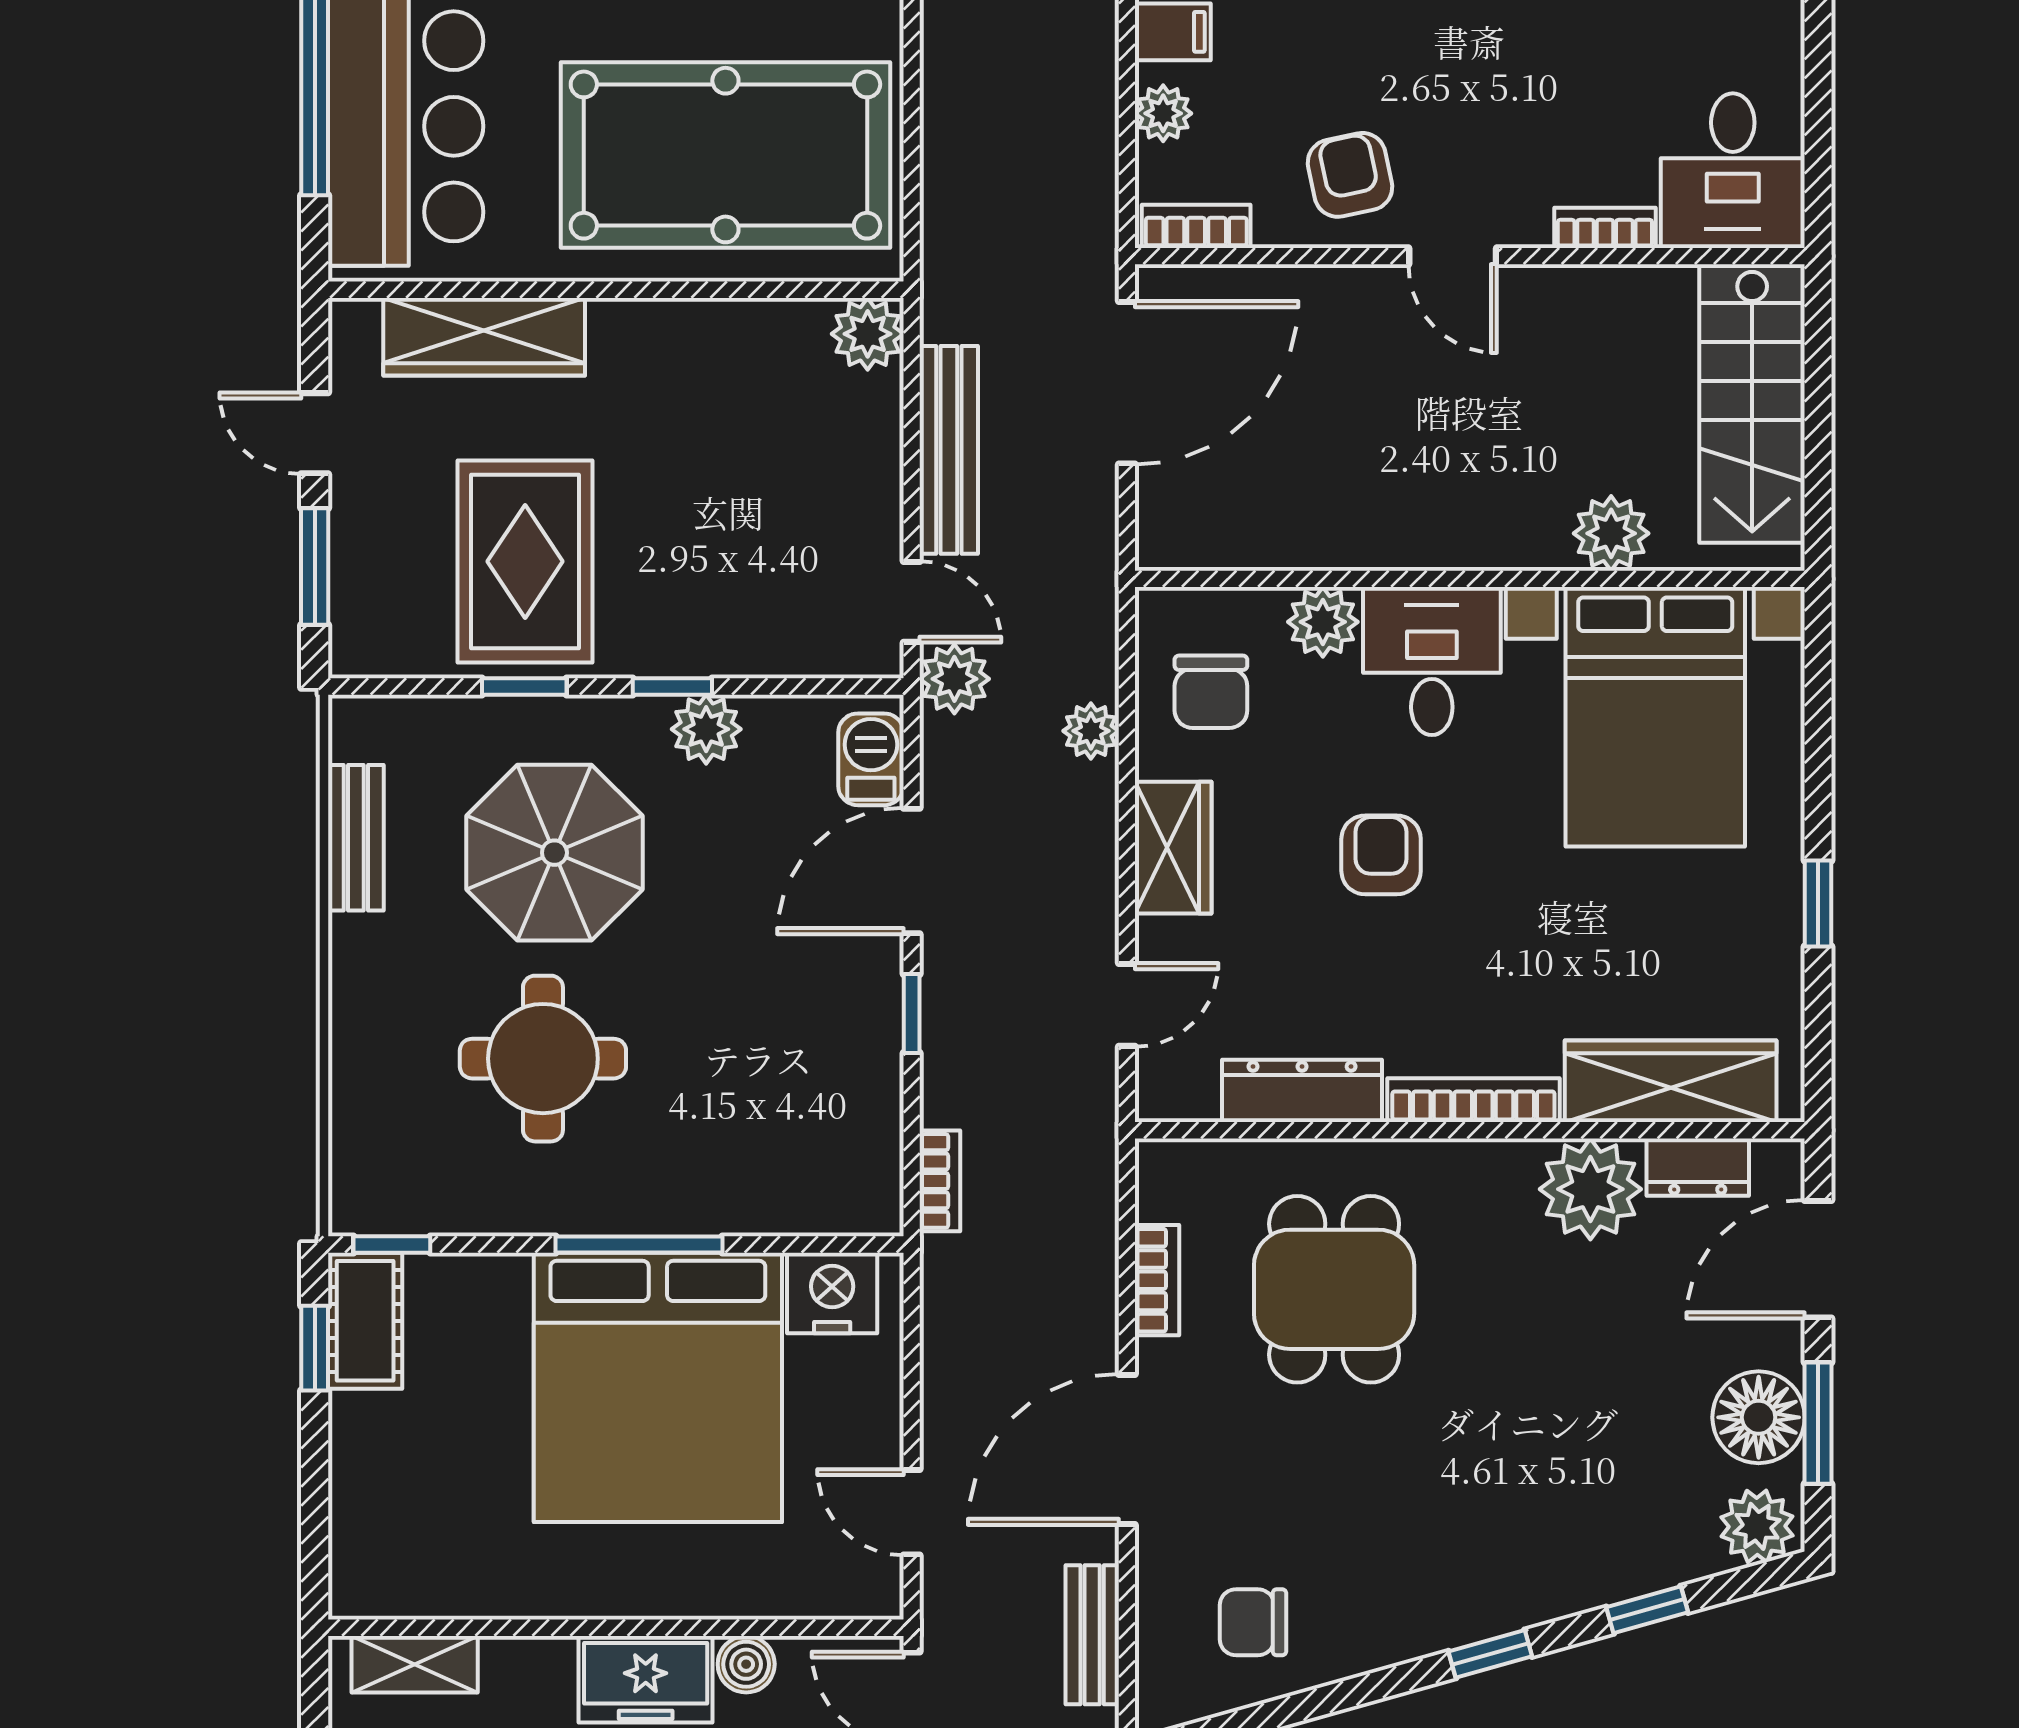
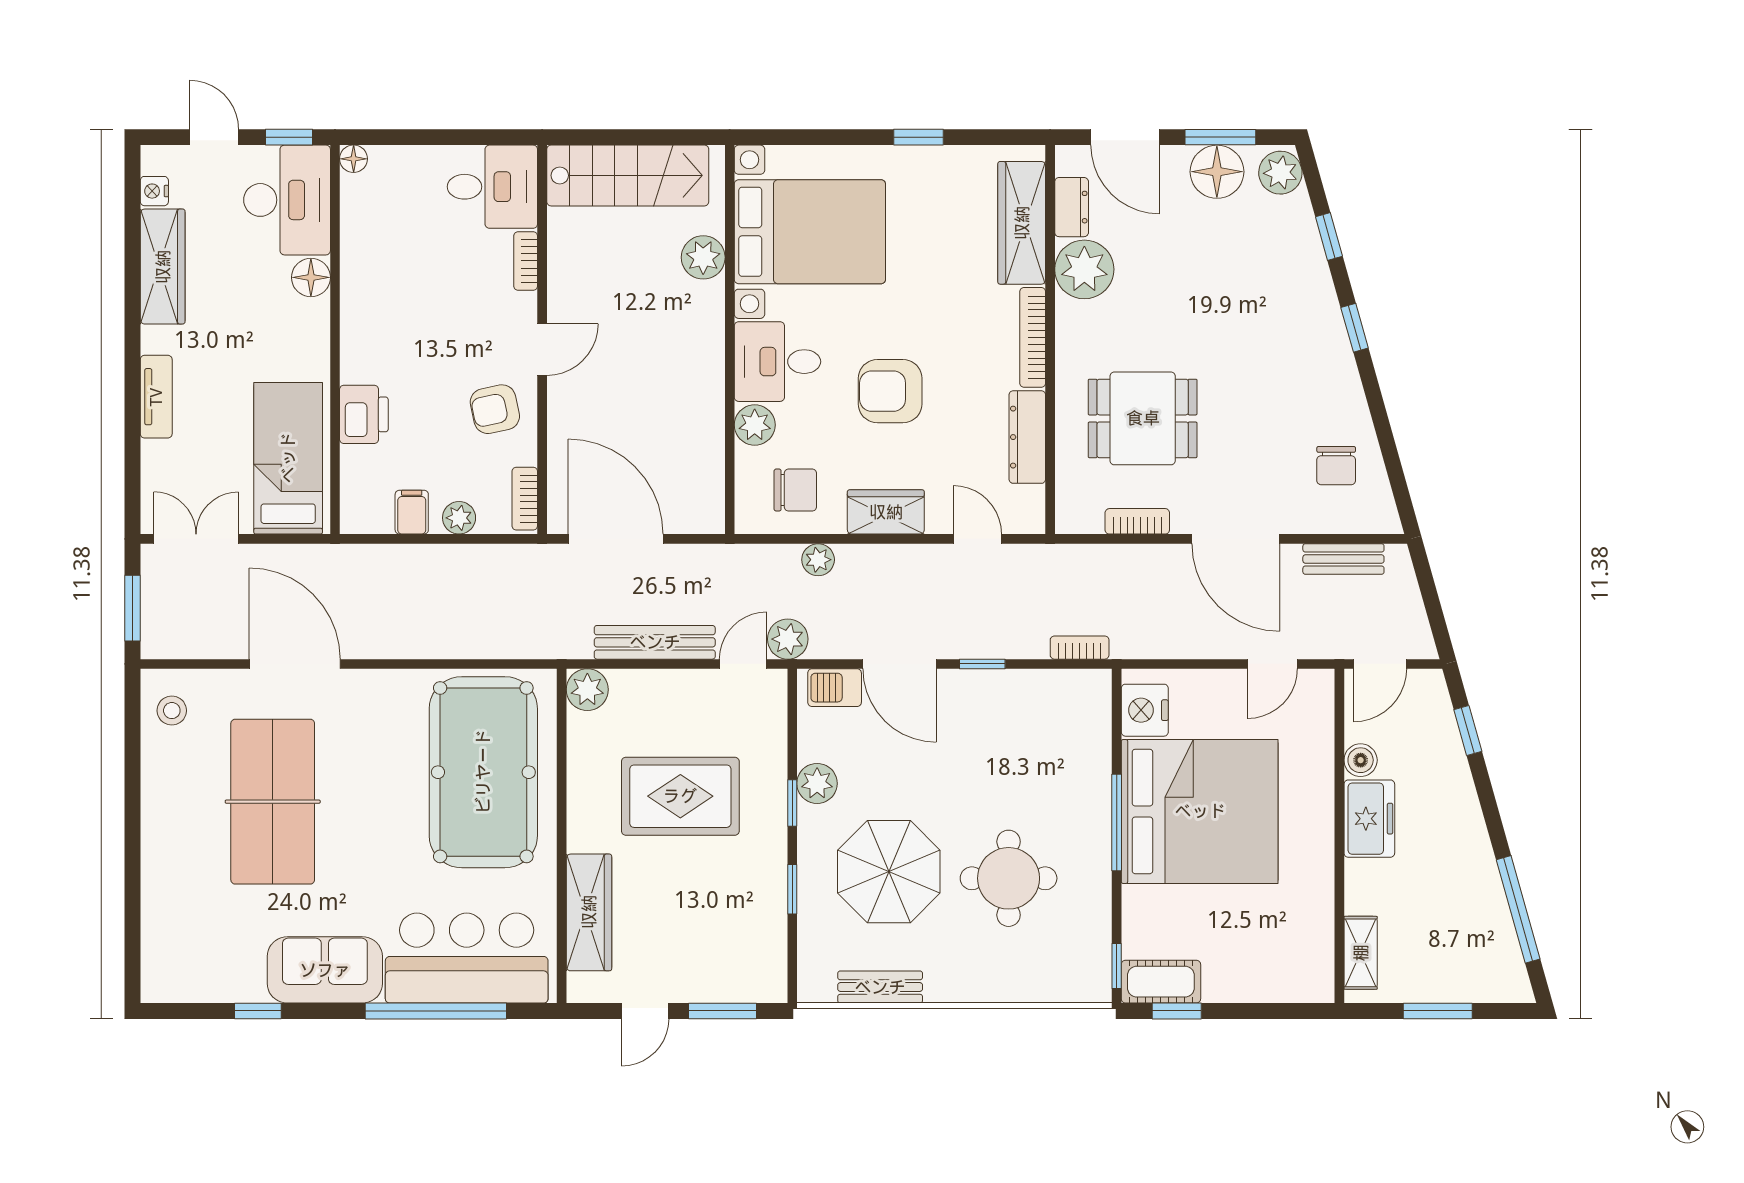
rug: (525, 561) -> (680, 796), moved
armchair: (1381, 855) -> (890, 391), width x1.38, depth x1.38

